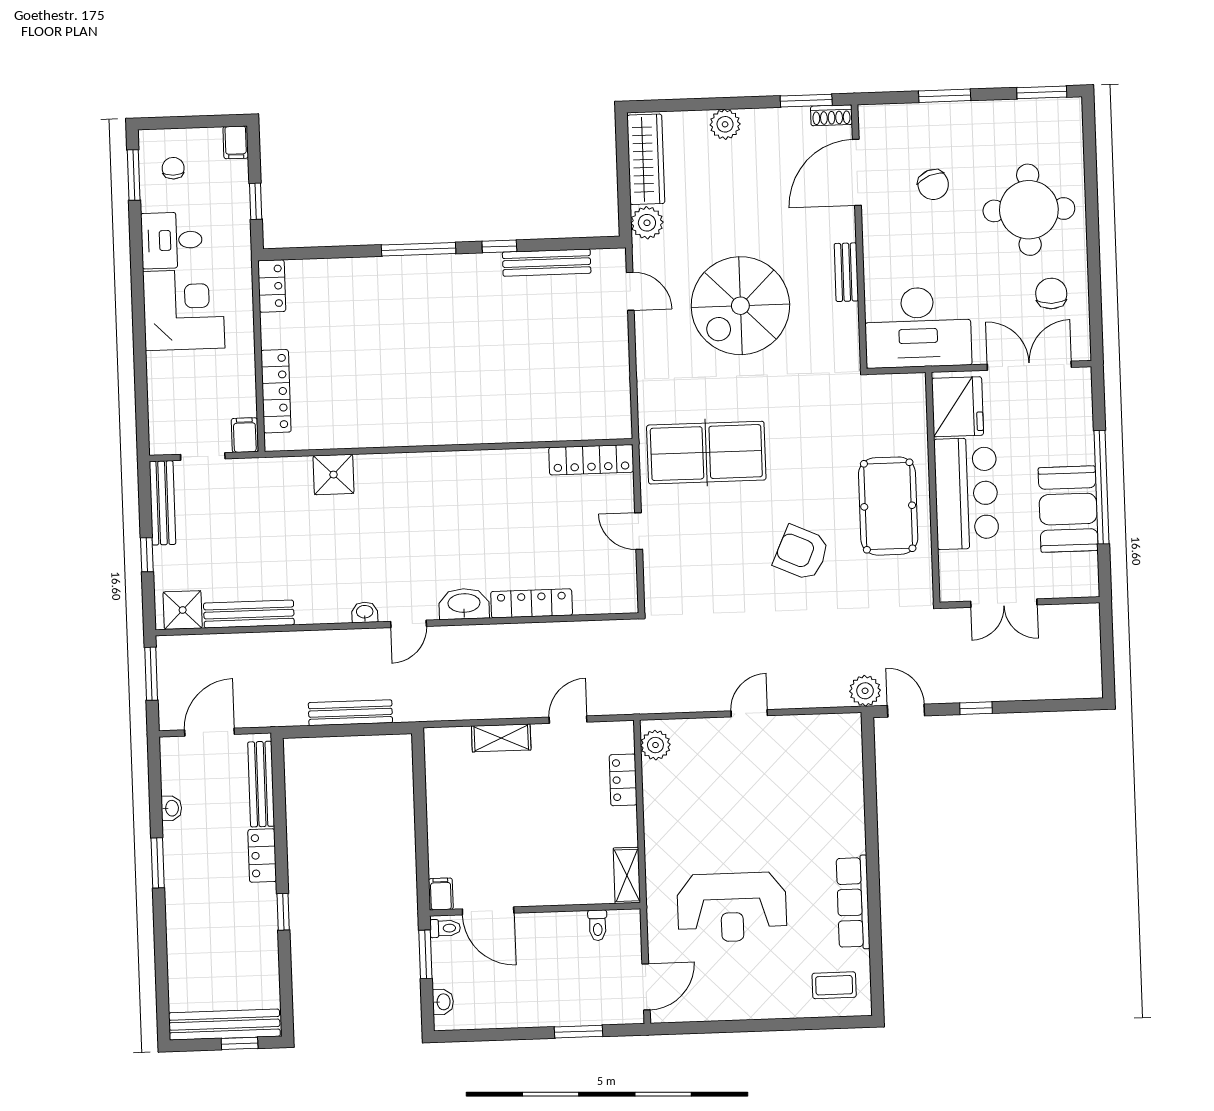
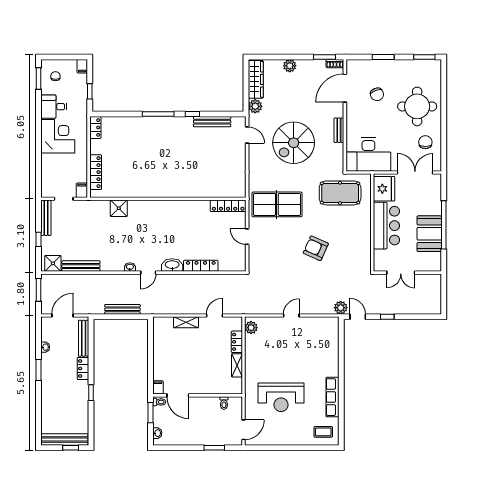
pool table: (888, 506) -> (340, 193), moved, turned 90
shelving: (627, 875) -> (237, 365), moved

